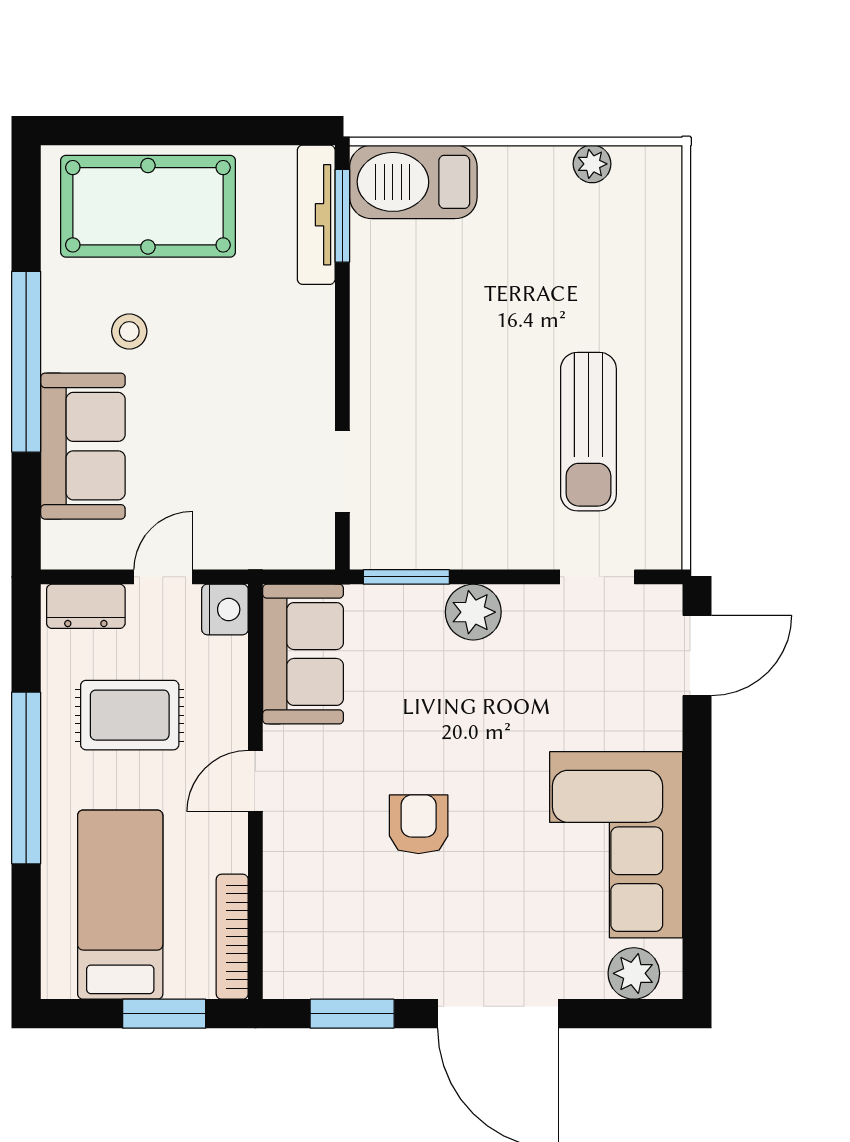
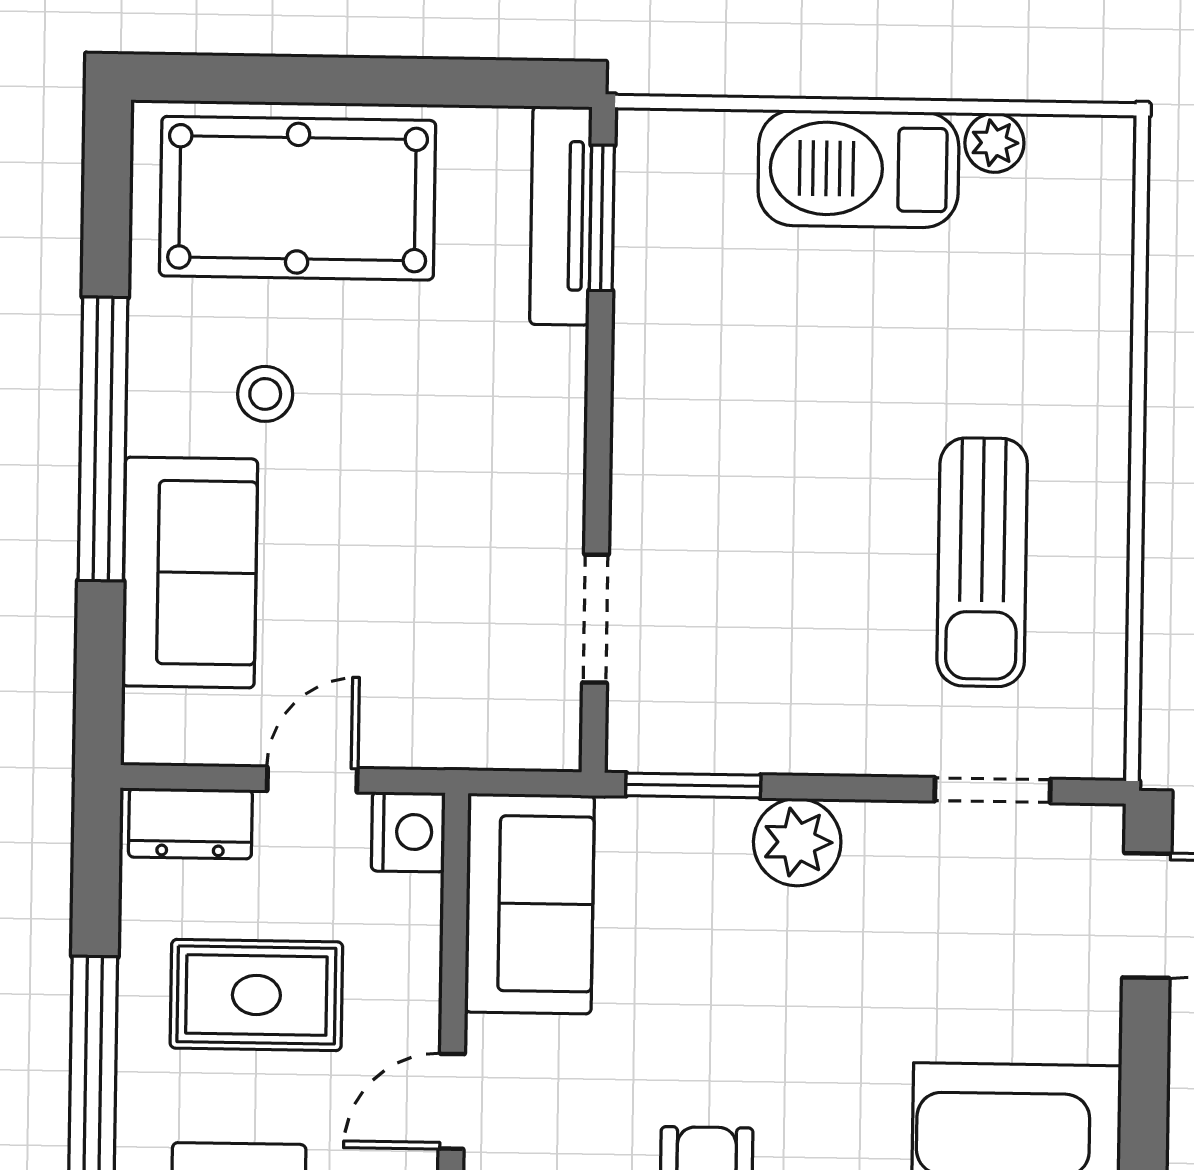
barbecue: (413, 182) -> (858, 169), moved

